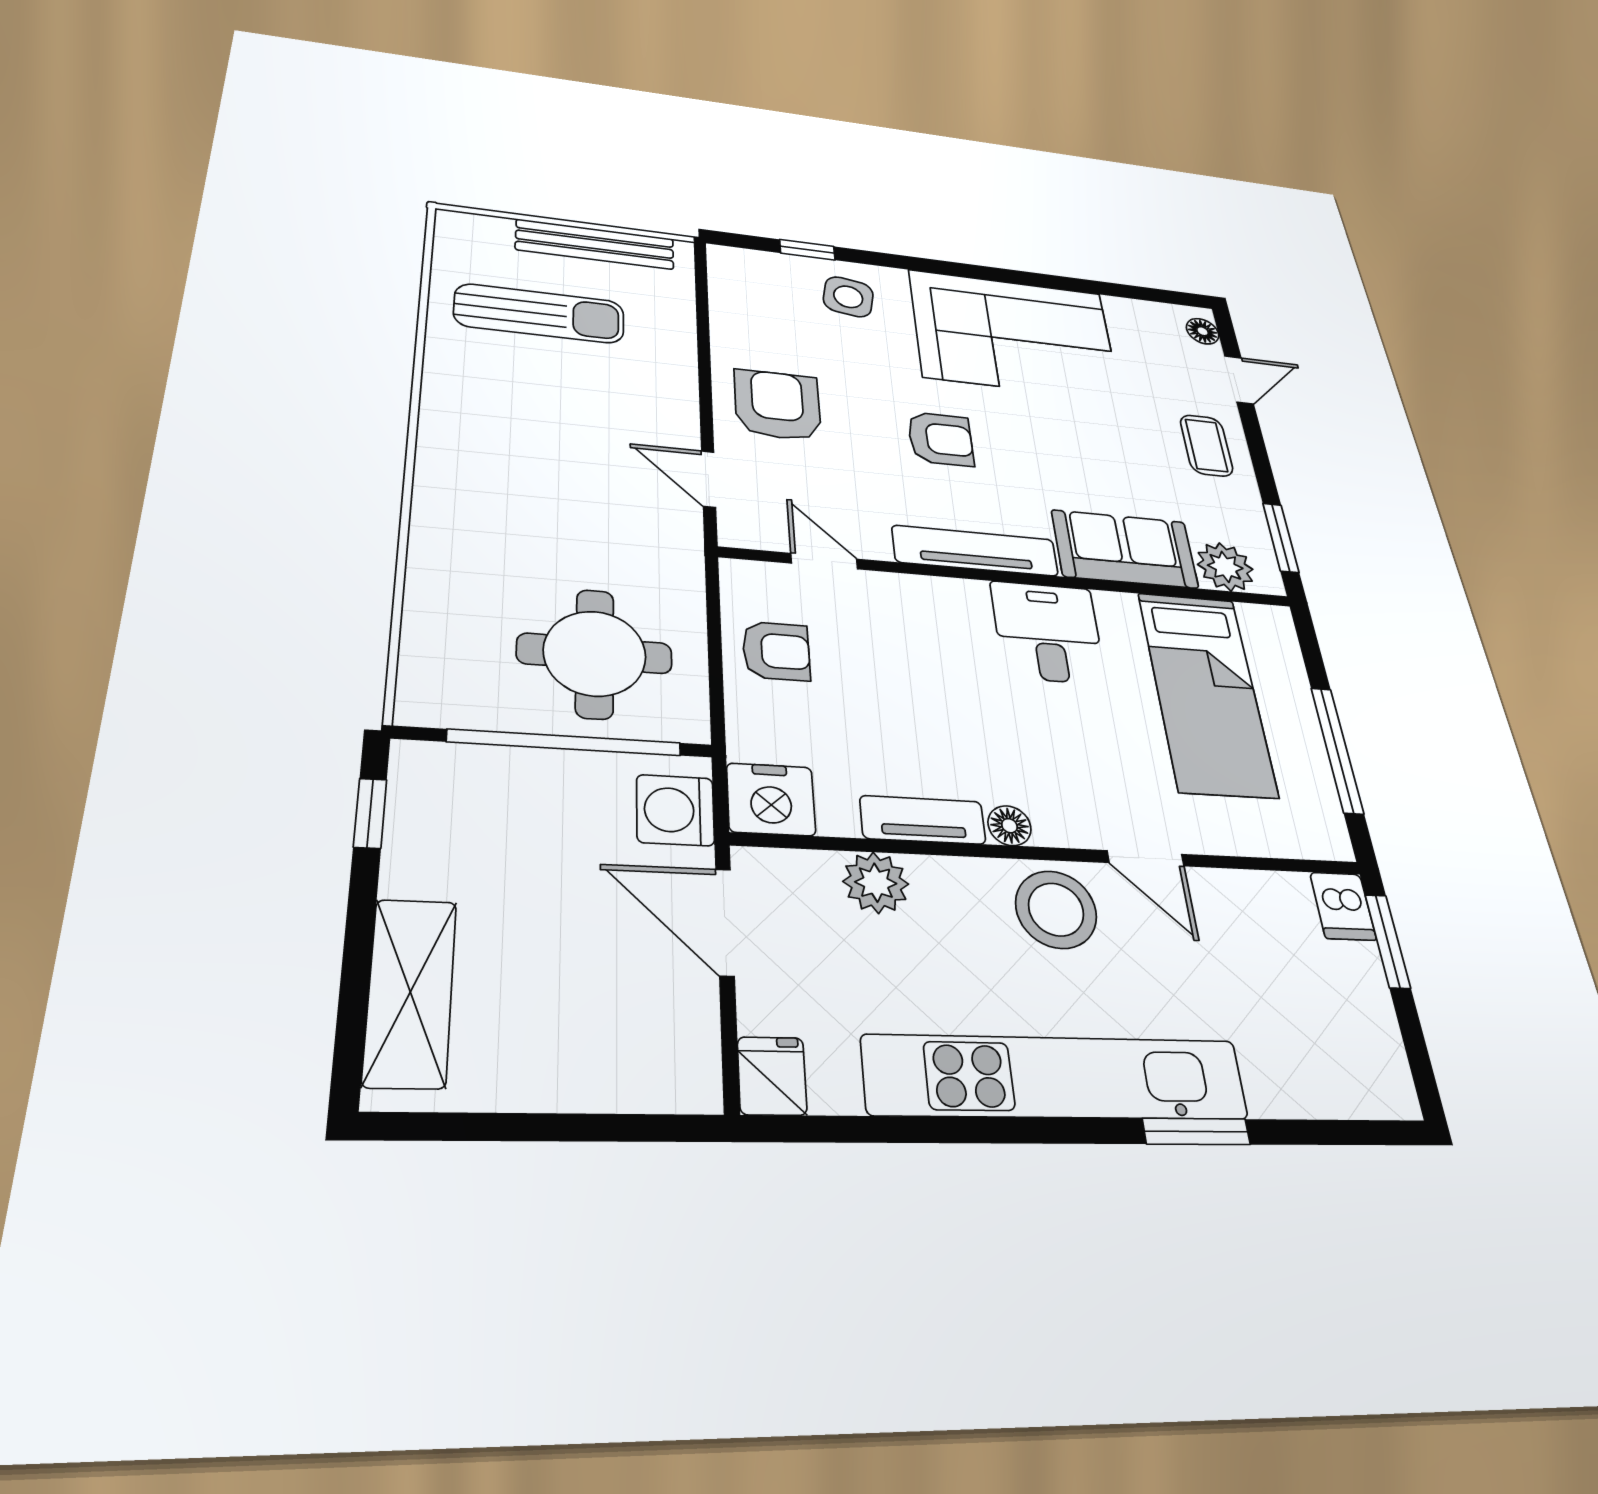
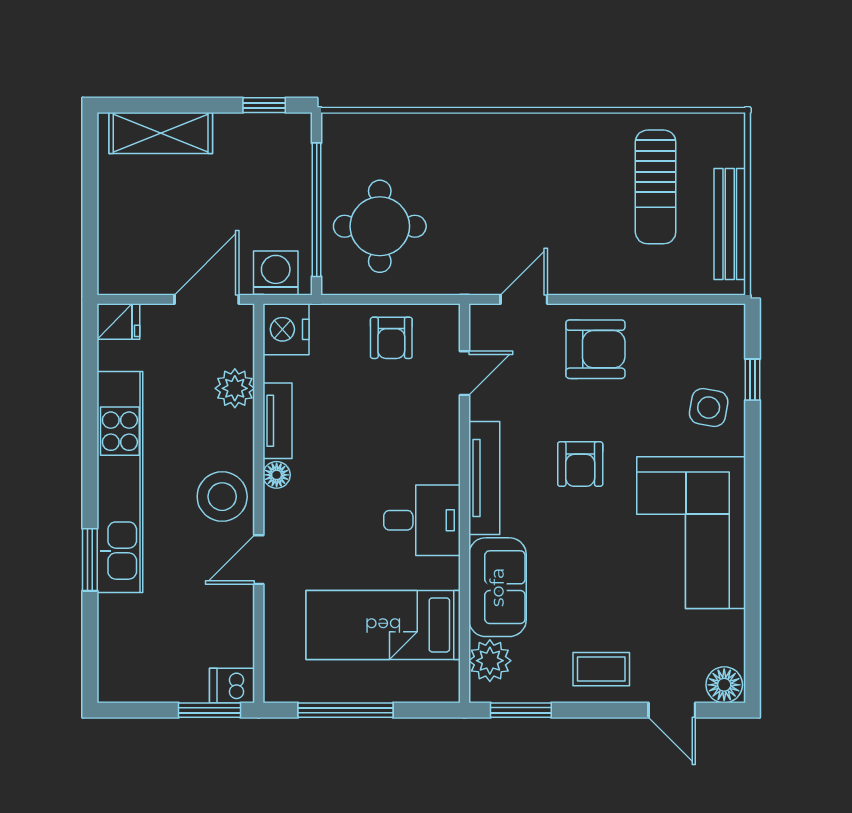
floor lamp: (1203, 331) -> (724, 685), width x1.37, depth x1.37

